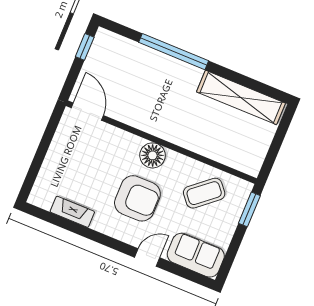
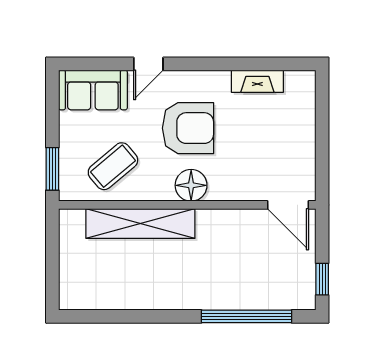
window: (174, 52) -> (246, 316), moved
shelving: (241, 97) -> (140, 224), moved
armchair: (137, 198) -> (188, 128), turned 180

